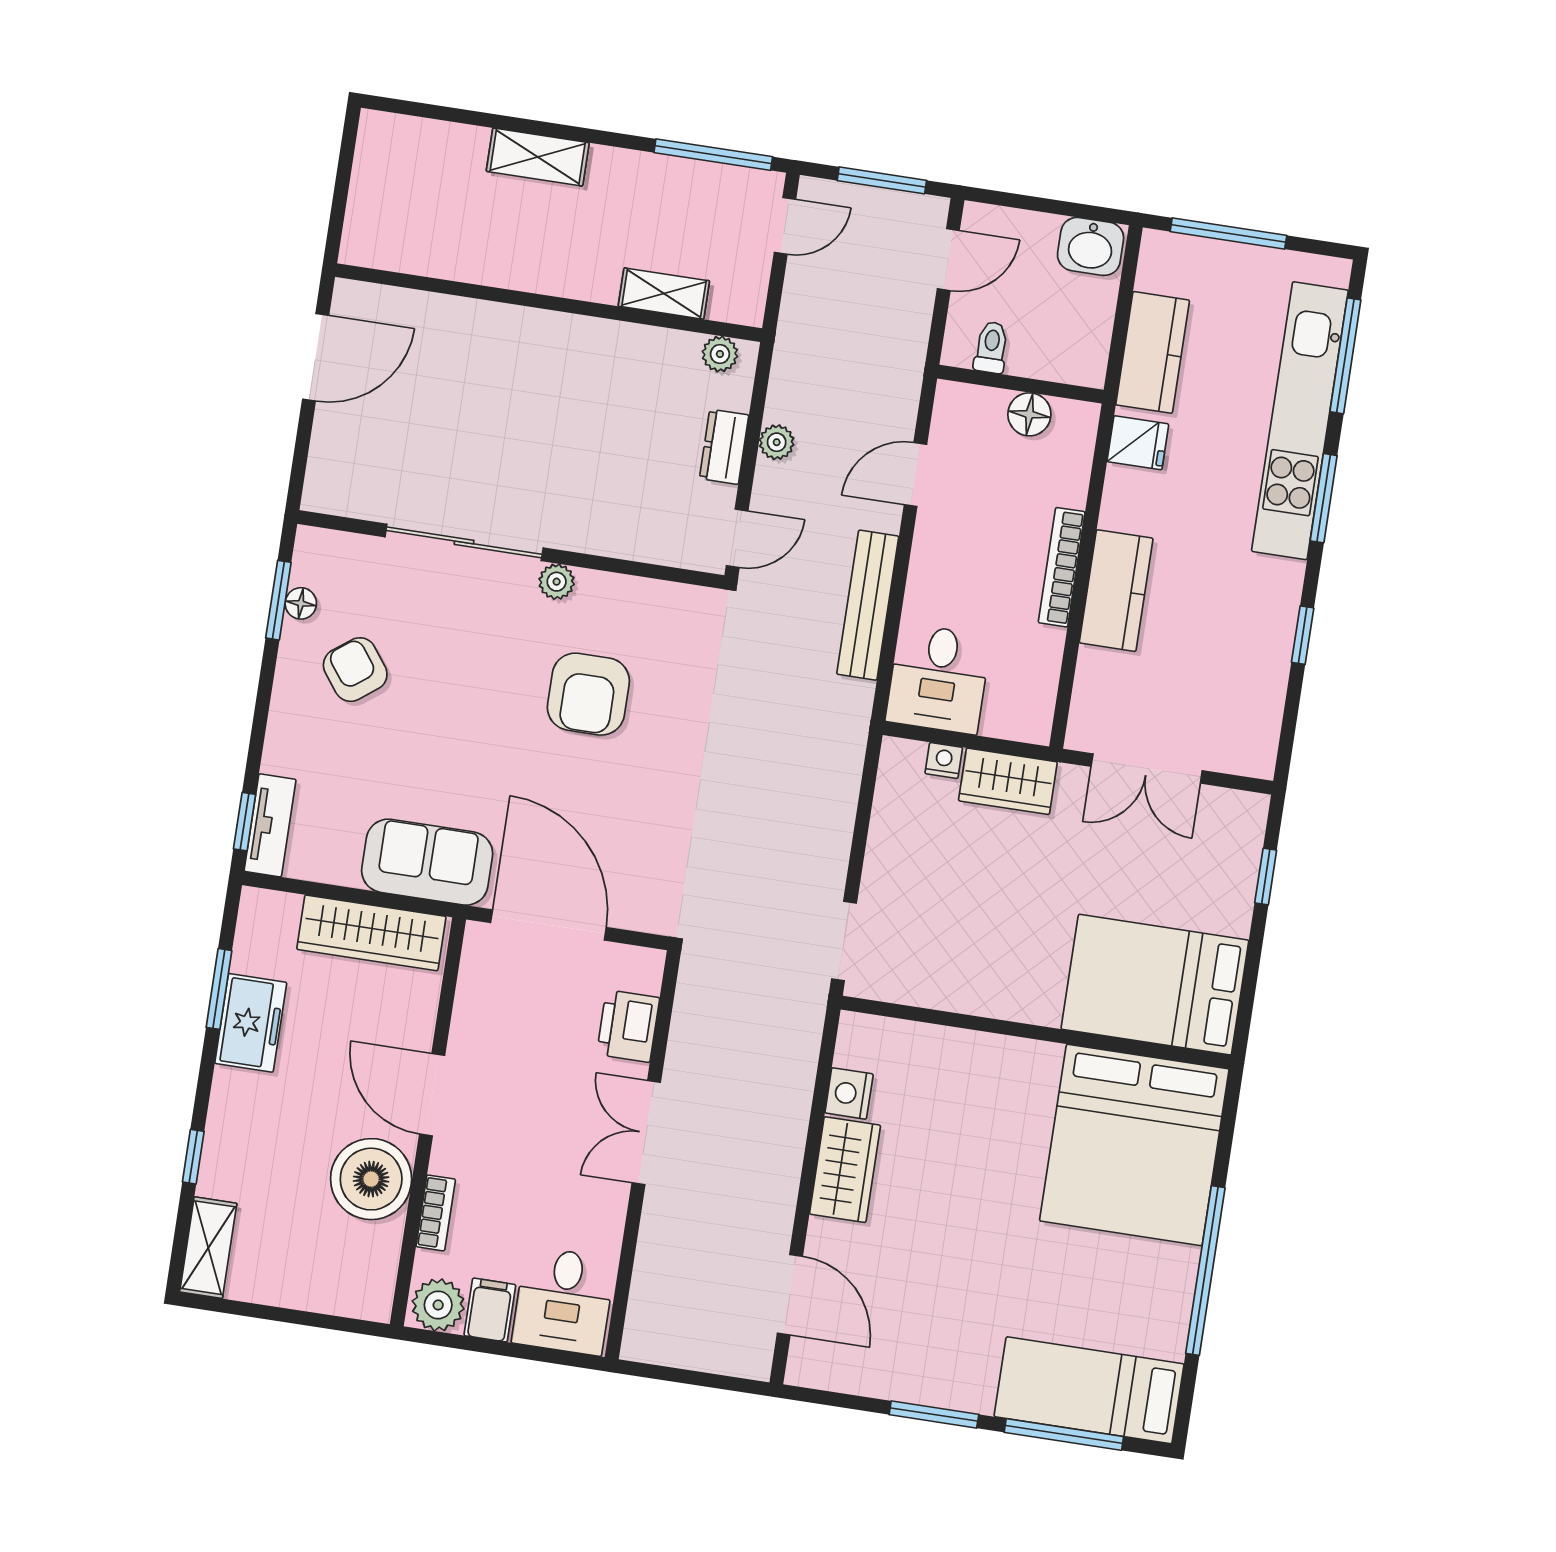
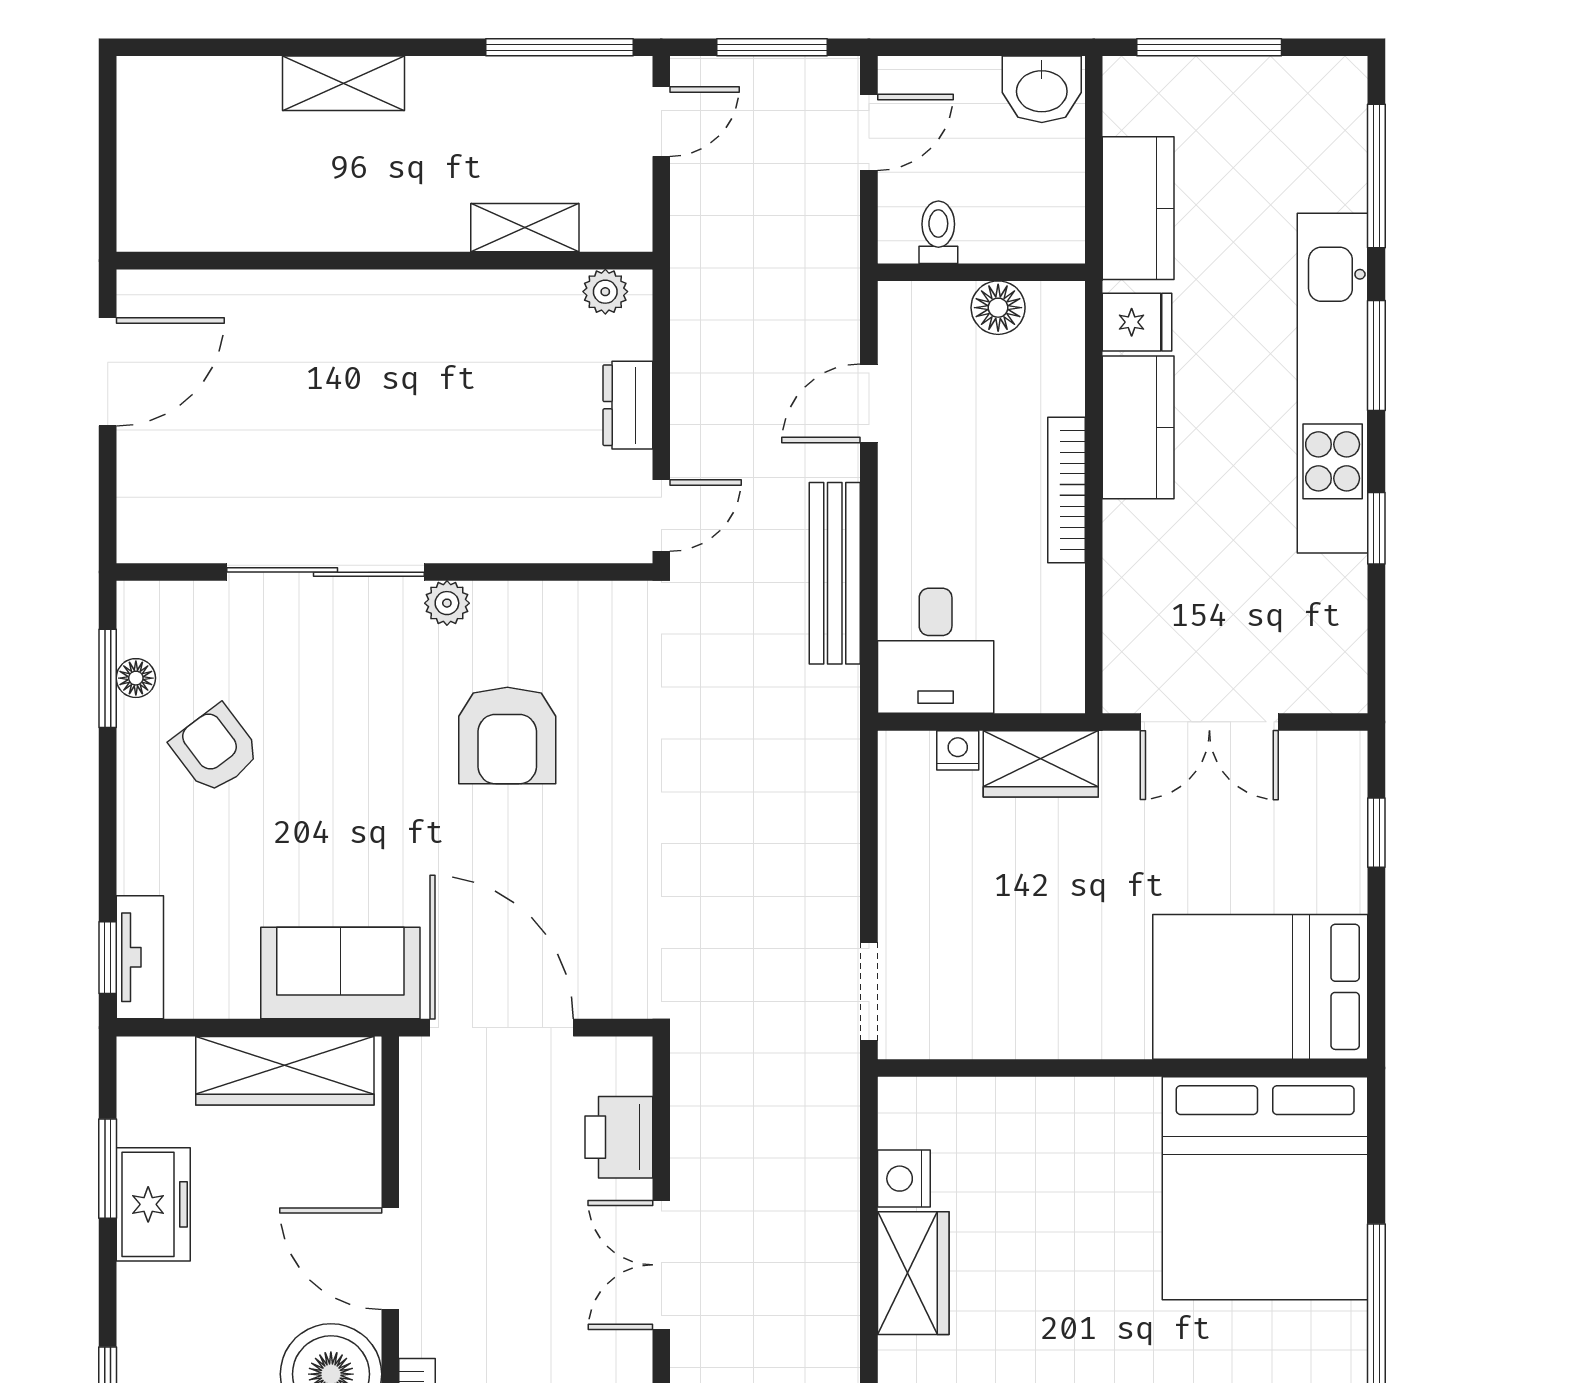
kitchen unit: (1300, 421) -> (1333, 383), moved
plant: (777, 442) -> (692, 390), removed
kitchen counter: (1116, 591) -> (1138, 427), moved

